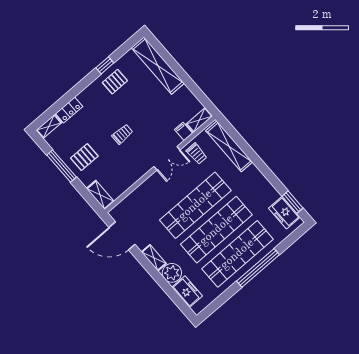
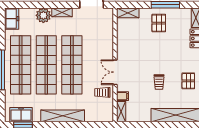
trolley: (122, 134) -> (159, 82), moved
shelving: (229, 146) -> (63, 116), moved
freezer: (187, 292) -> (12, 19), moved, turned -90

